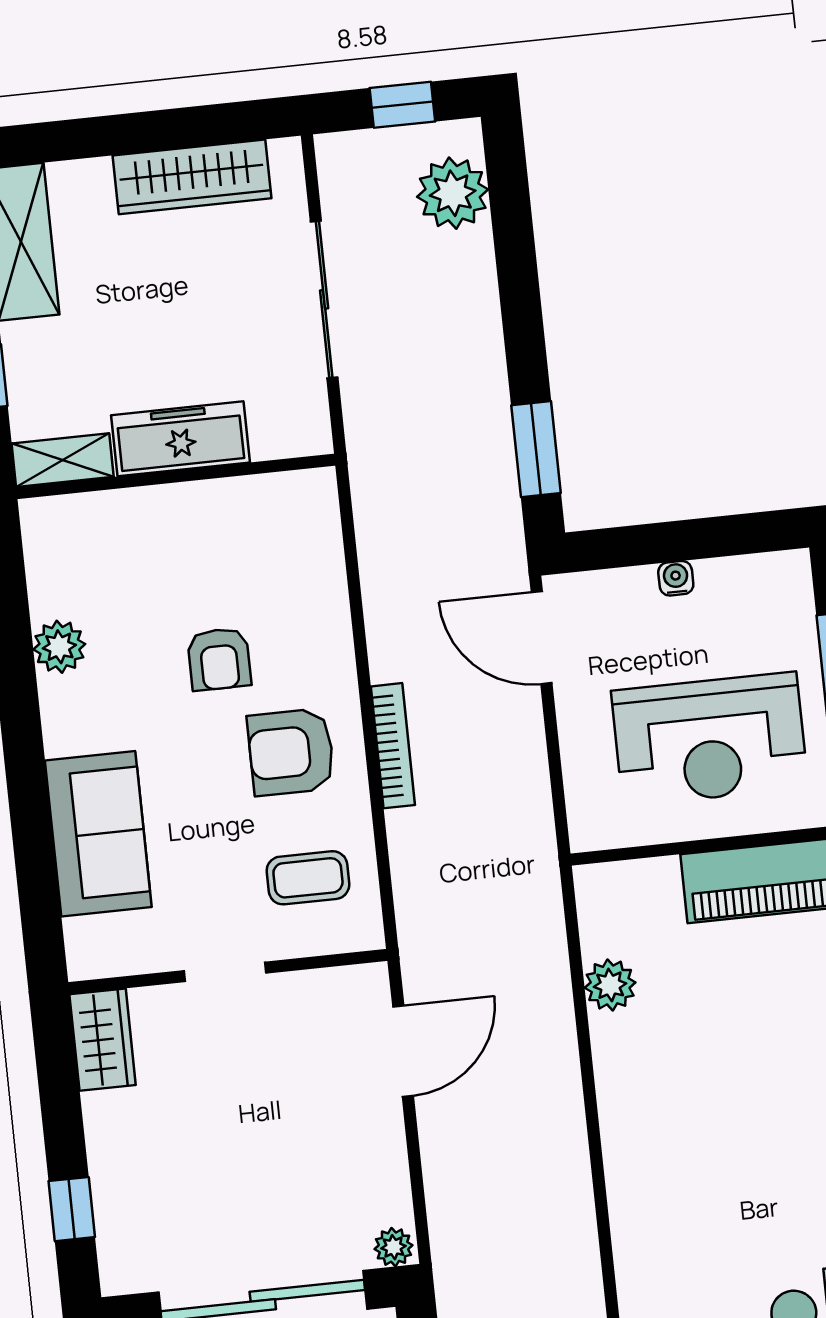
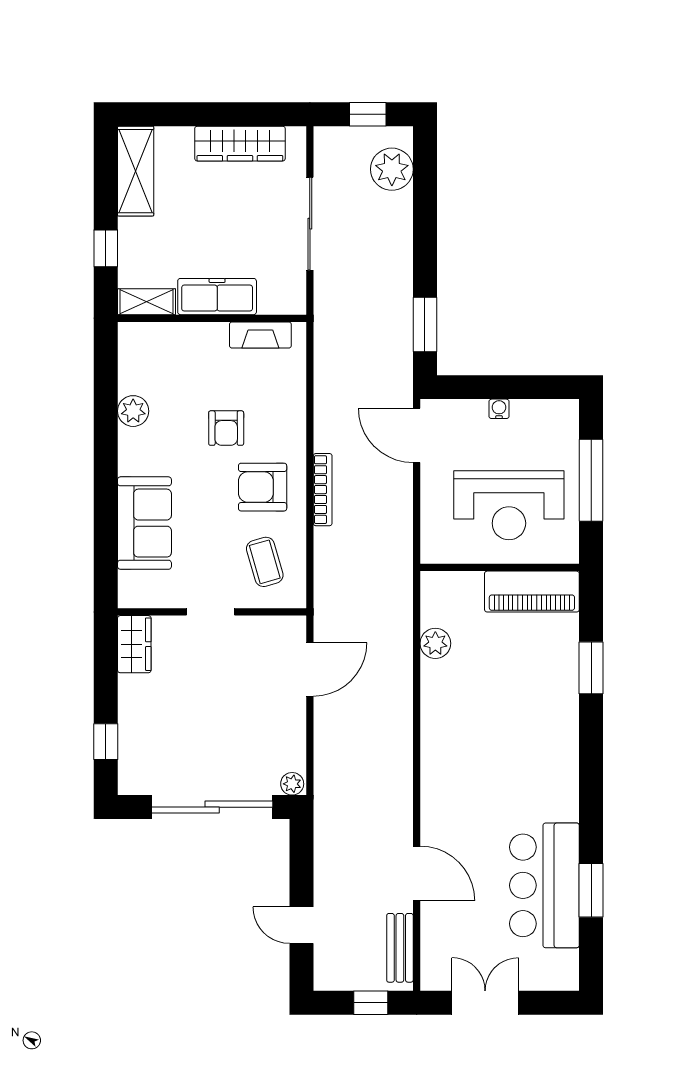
fireplace: (260, 496) -> (260, 335), added
coffee table: (308, 878) -> (265, 562), turned 74

